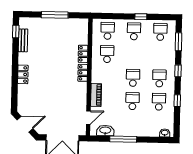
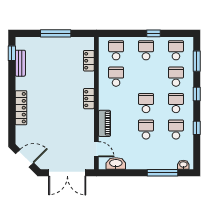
locker: (83, 54) -> (89, 61), moved
school desk: (160, 55) -> (176, 77), added
locker: (23, 74) -> (21, 108), width x1.53
door: (88, 118) -> (96, 149), hinge flipped
window: (123, 139) -> (163, 173), moved

